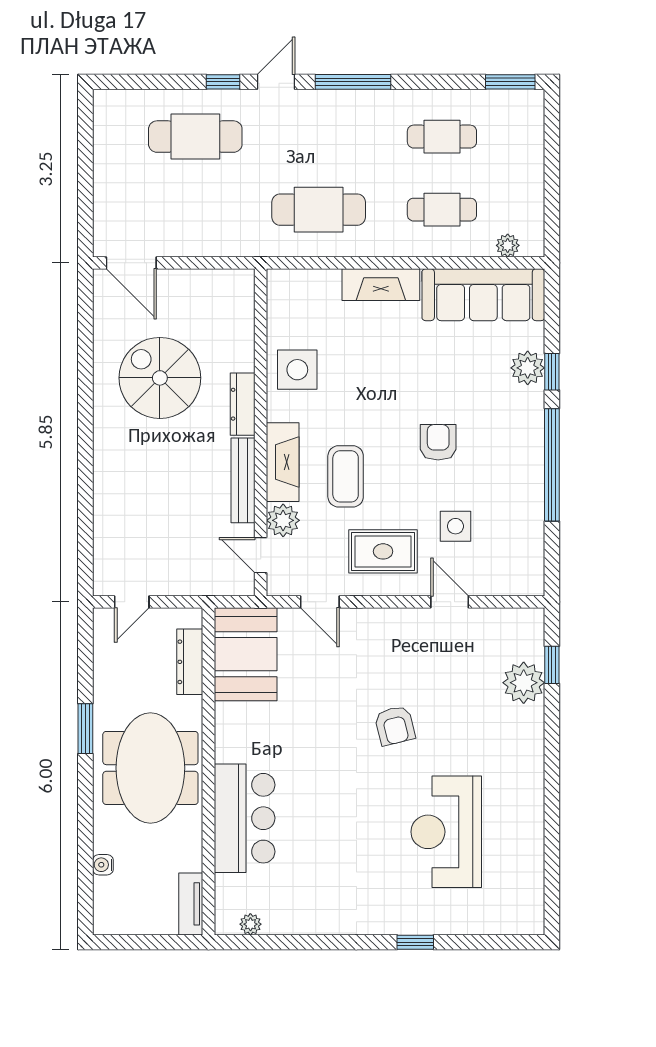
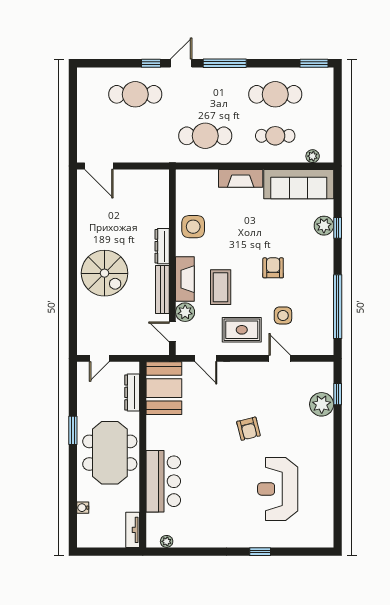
cafe table: (442, 137) -> (275, 94), width x1.37, depth x1.35
spiral stairs: (160, 378) -> (105, 273), moved, turned 180
window: (552, 465) -> (338, 307), moved

